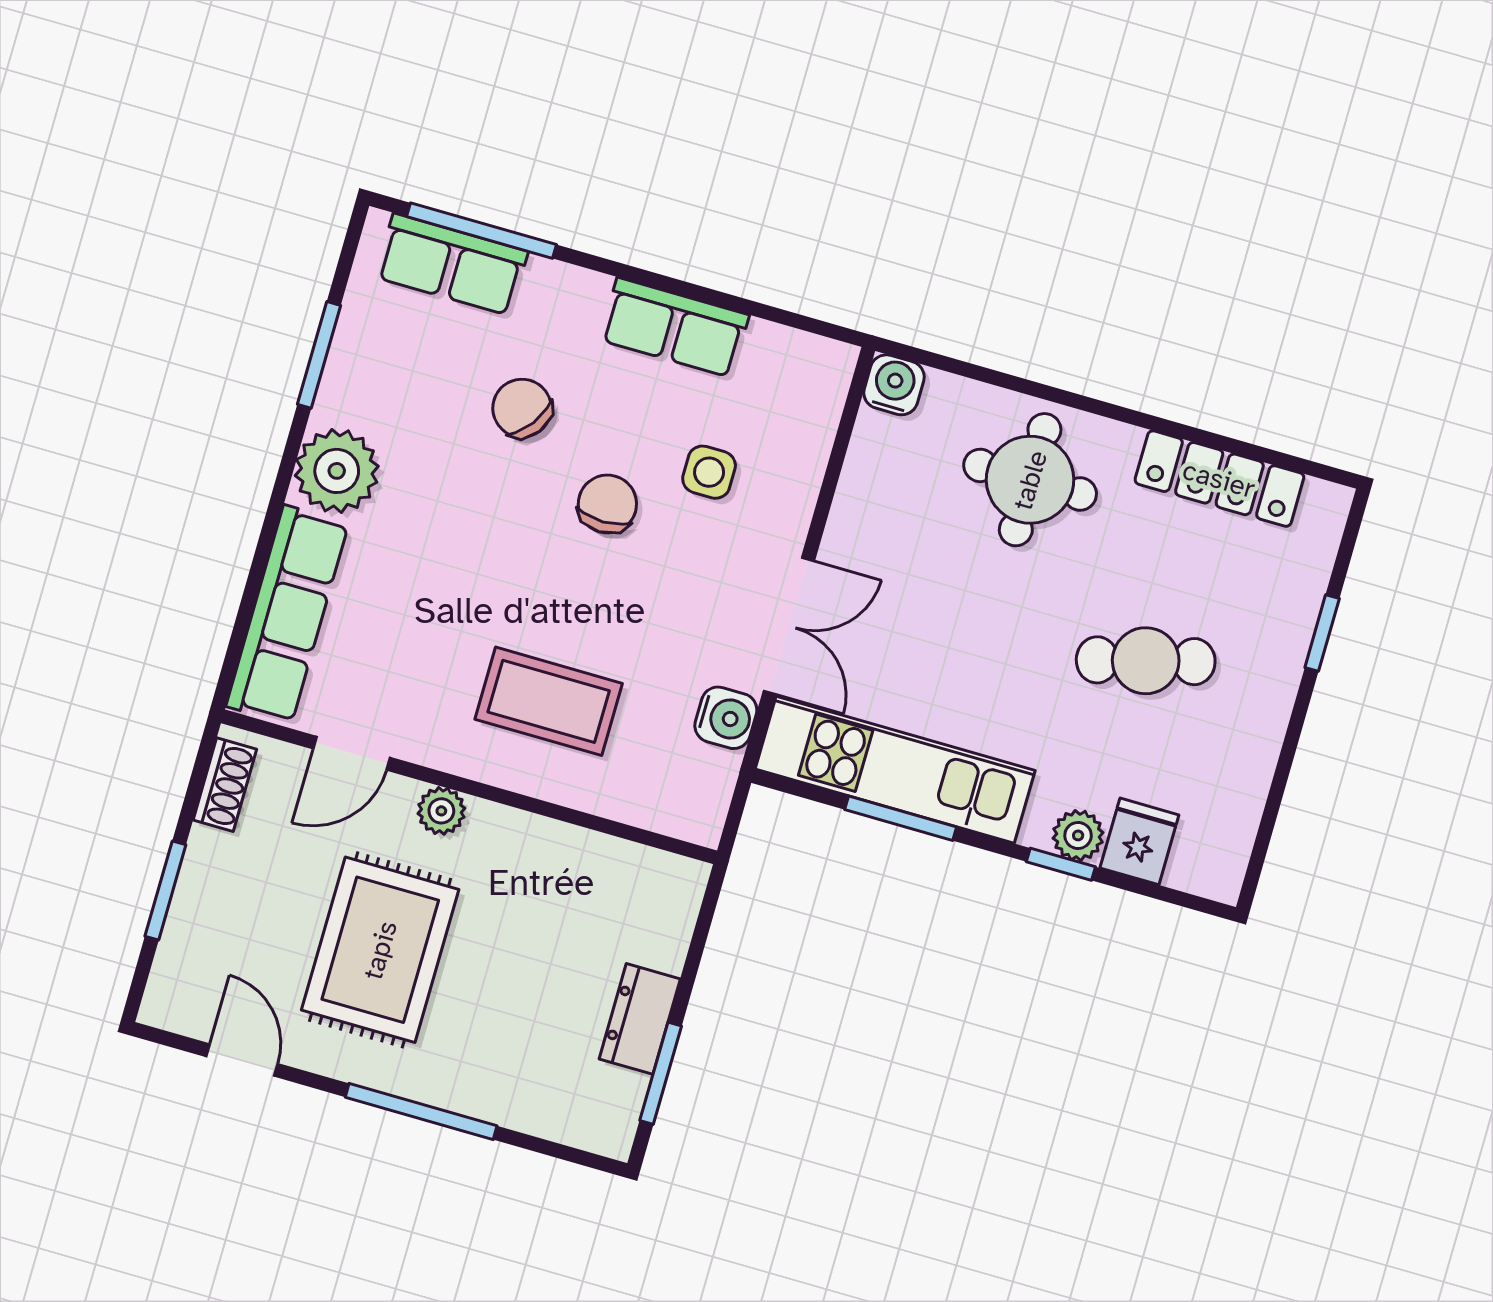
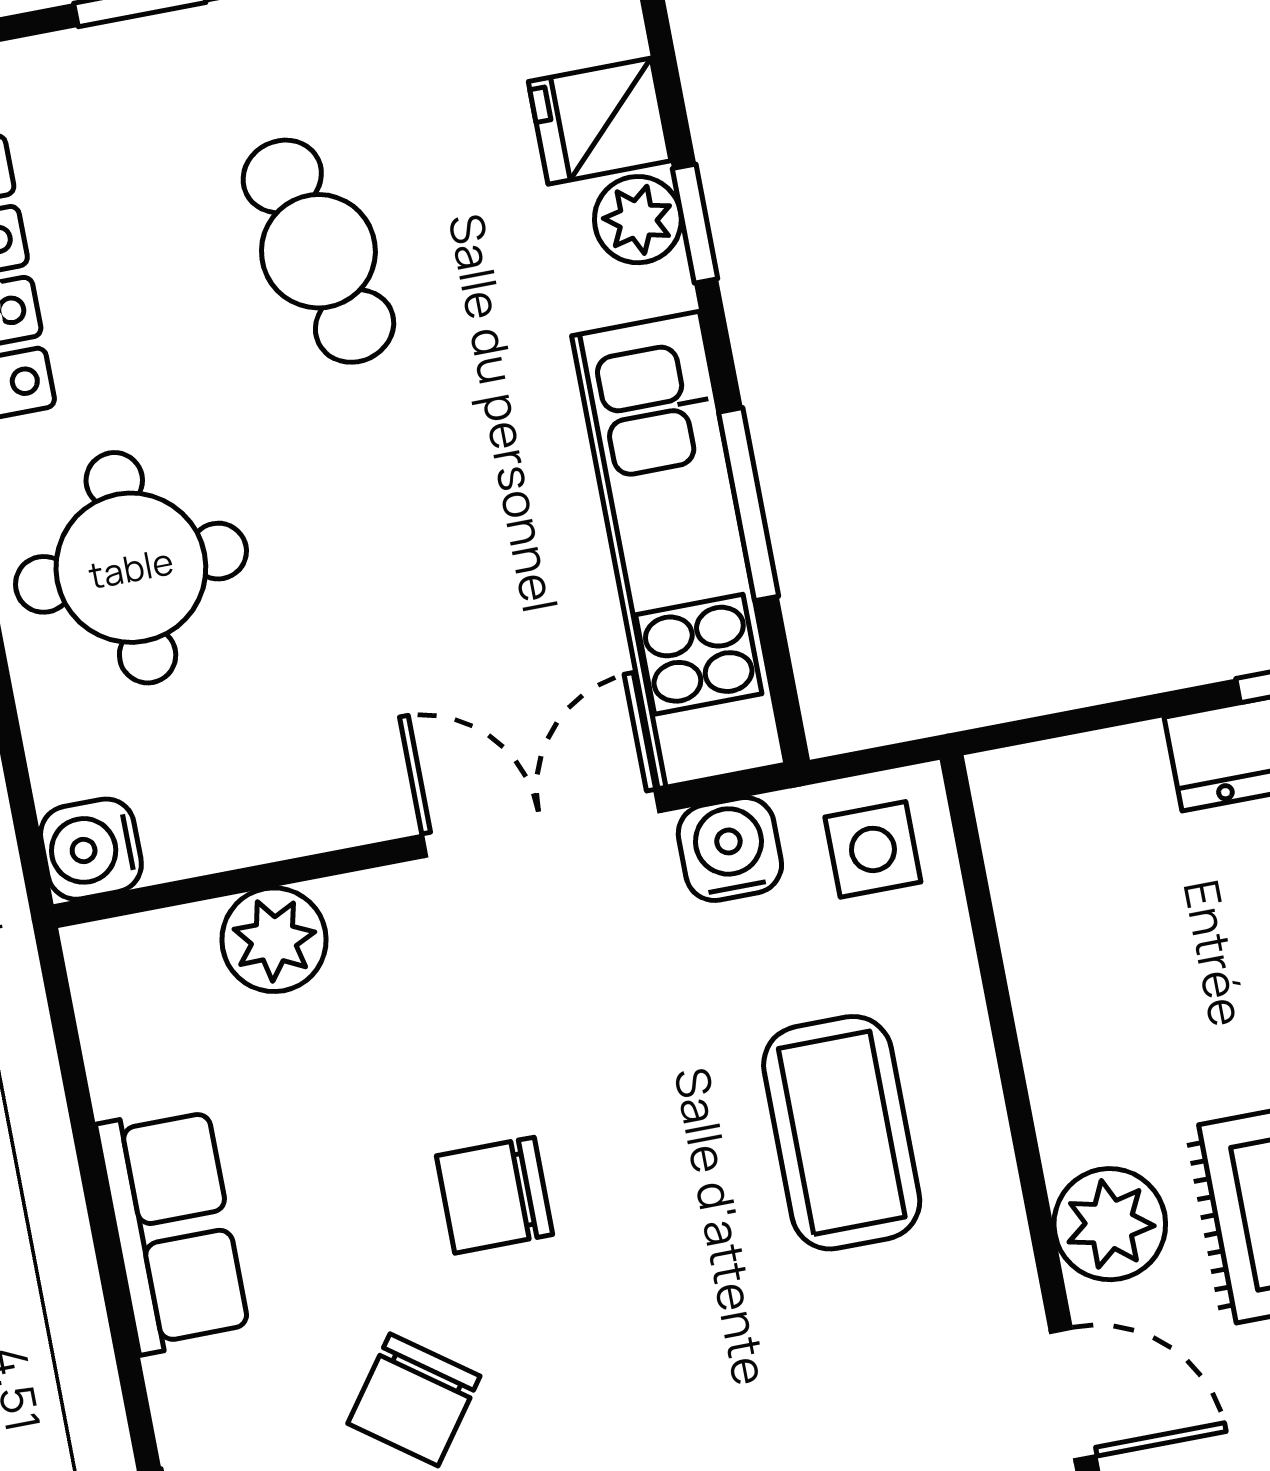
plant: (799, 456) -> (274, 940), added
side table: (709, 472) -> (873, 849), moved
plant: (441, 811) -> (1110, 1224), width x1.38, depth x1.38

